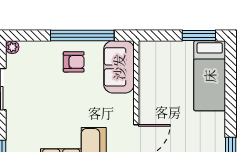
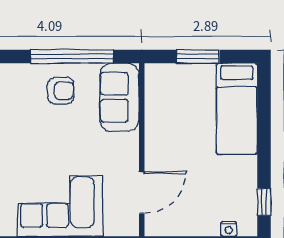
window: (199, 35) -> (198, 56), moved

